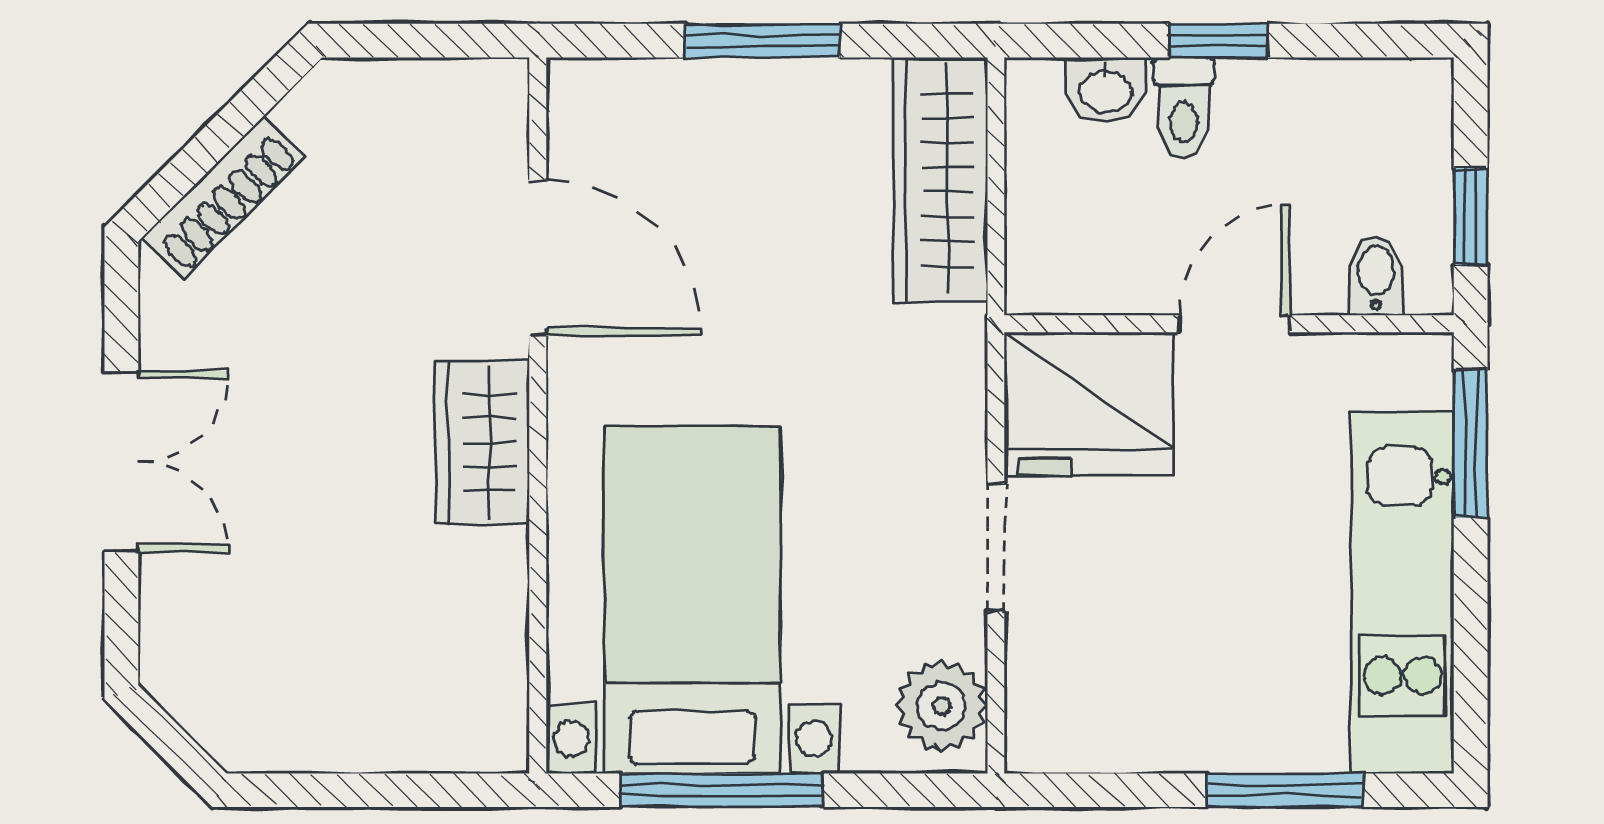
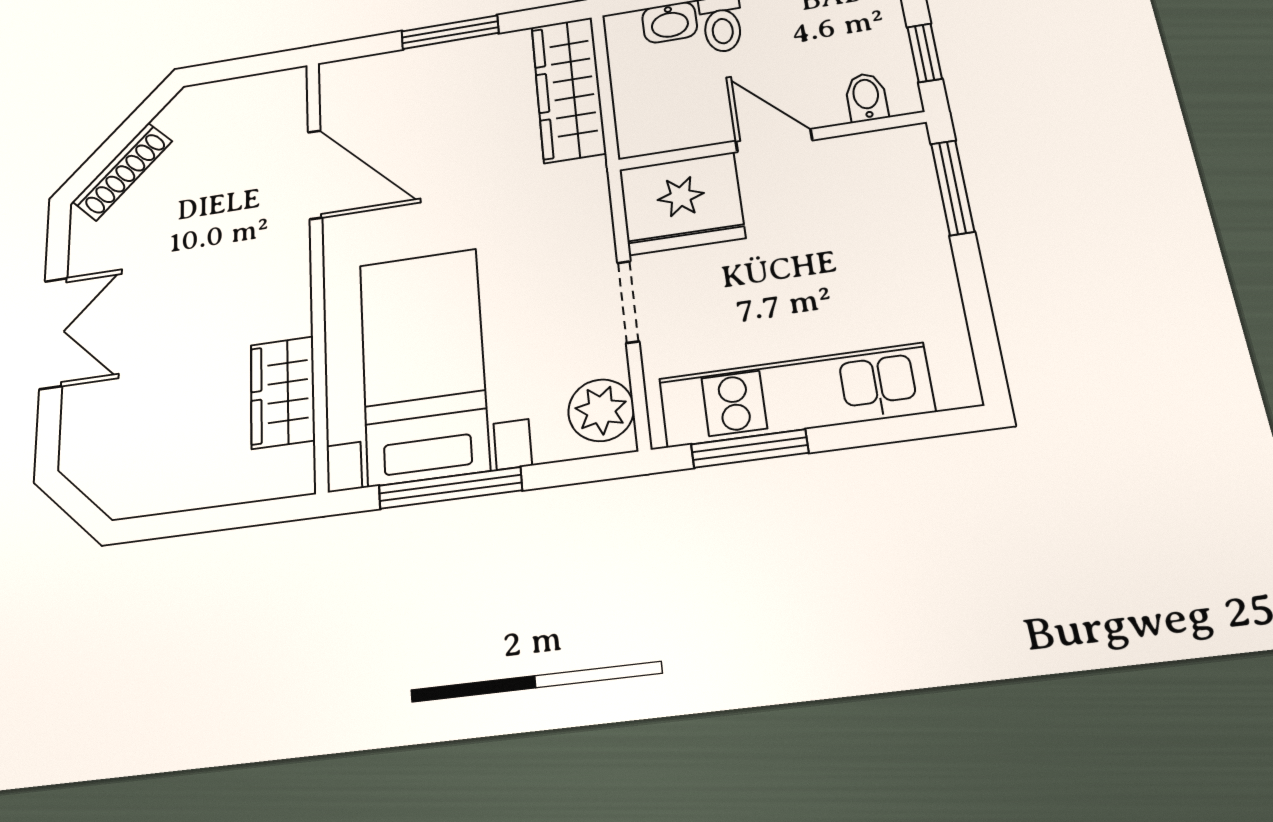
door: (1234, 324) -> (774, 141), hinge flipped
wardrobe: (482, 442) -> (283, 392), moved
kitchen unit: (1403, 592) -> (795, 395), moved, turned 90
window: (1285, 790) -> (750, 449), moved

